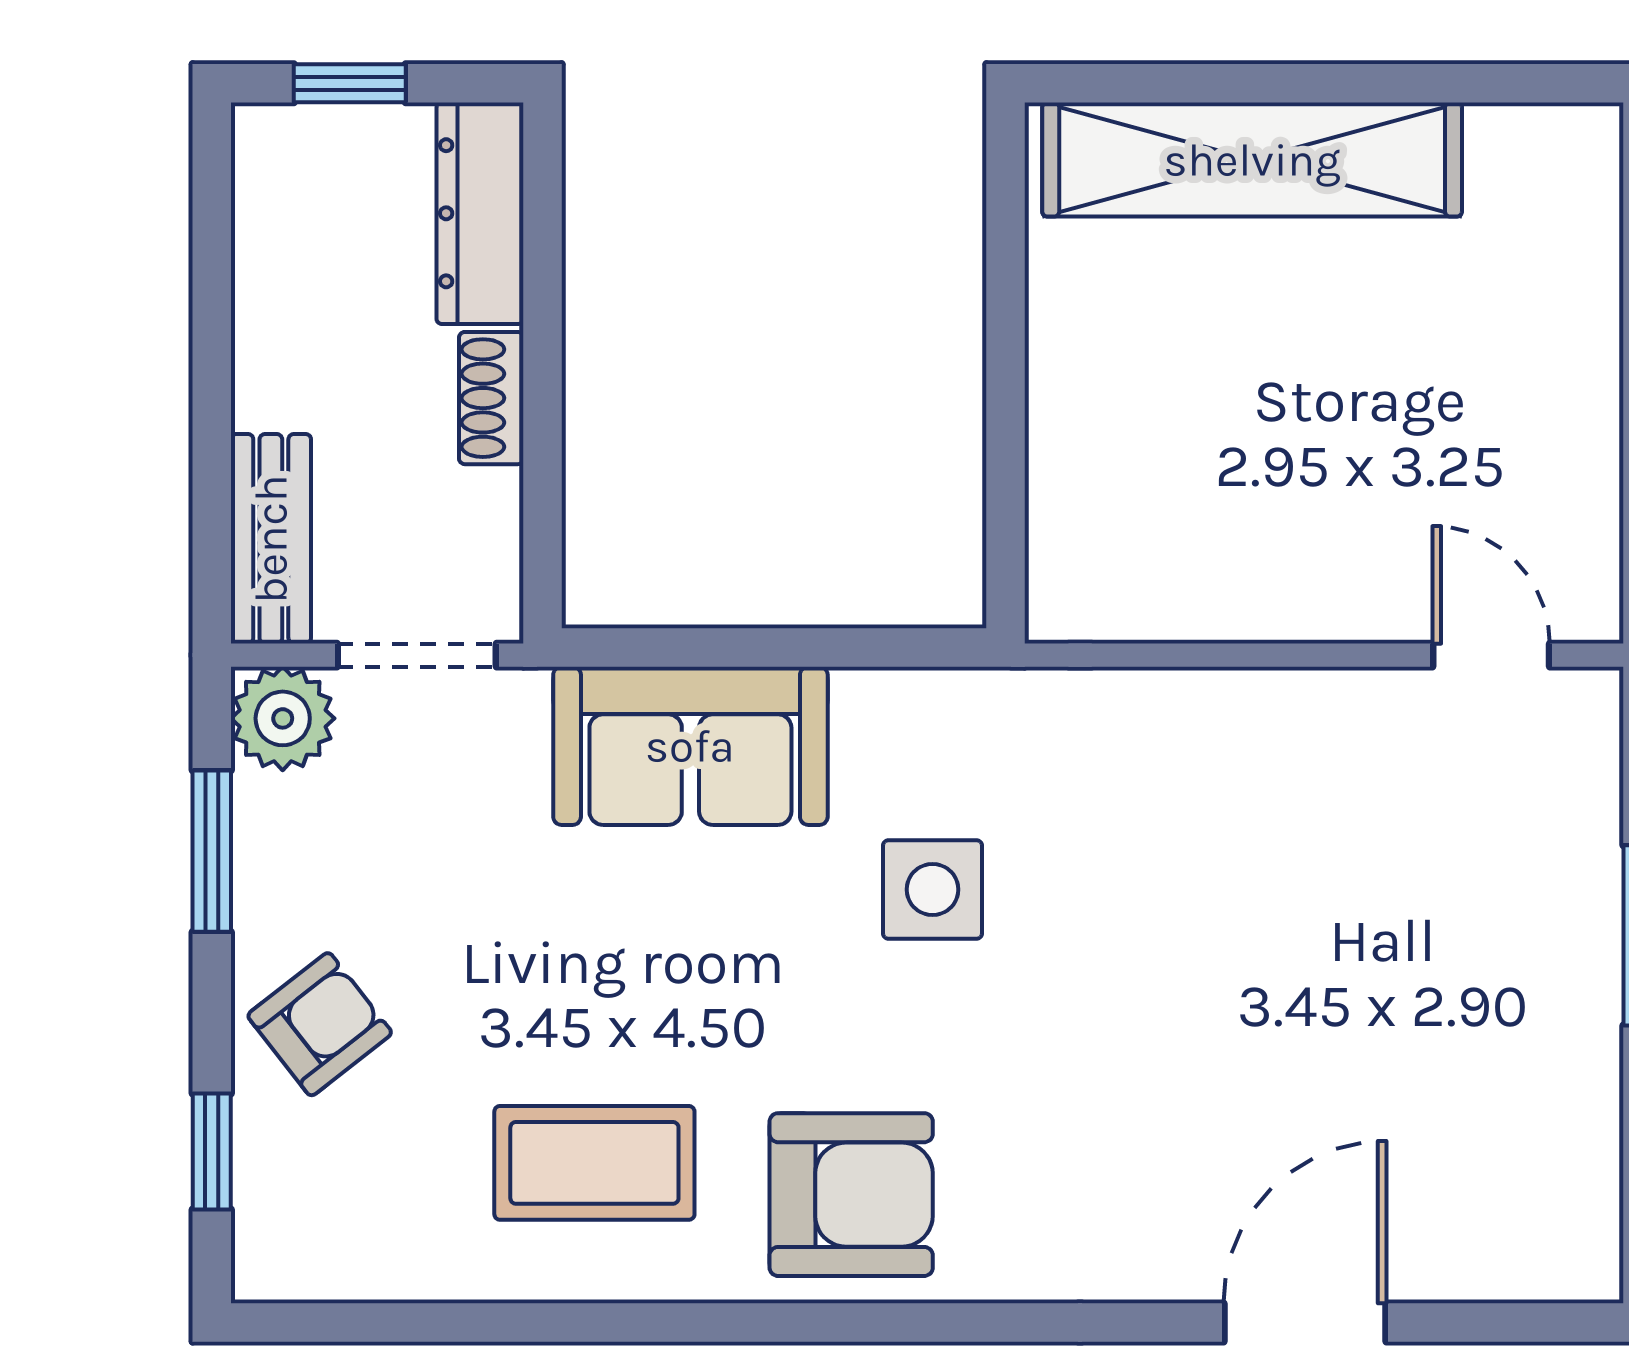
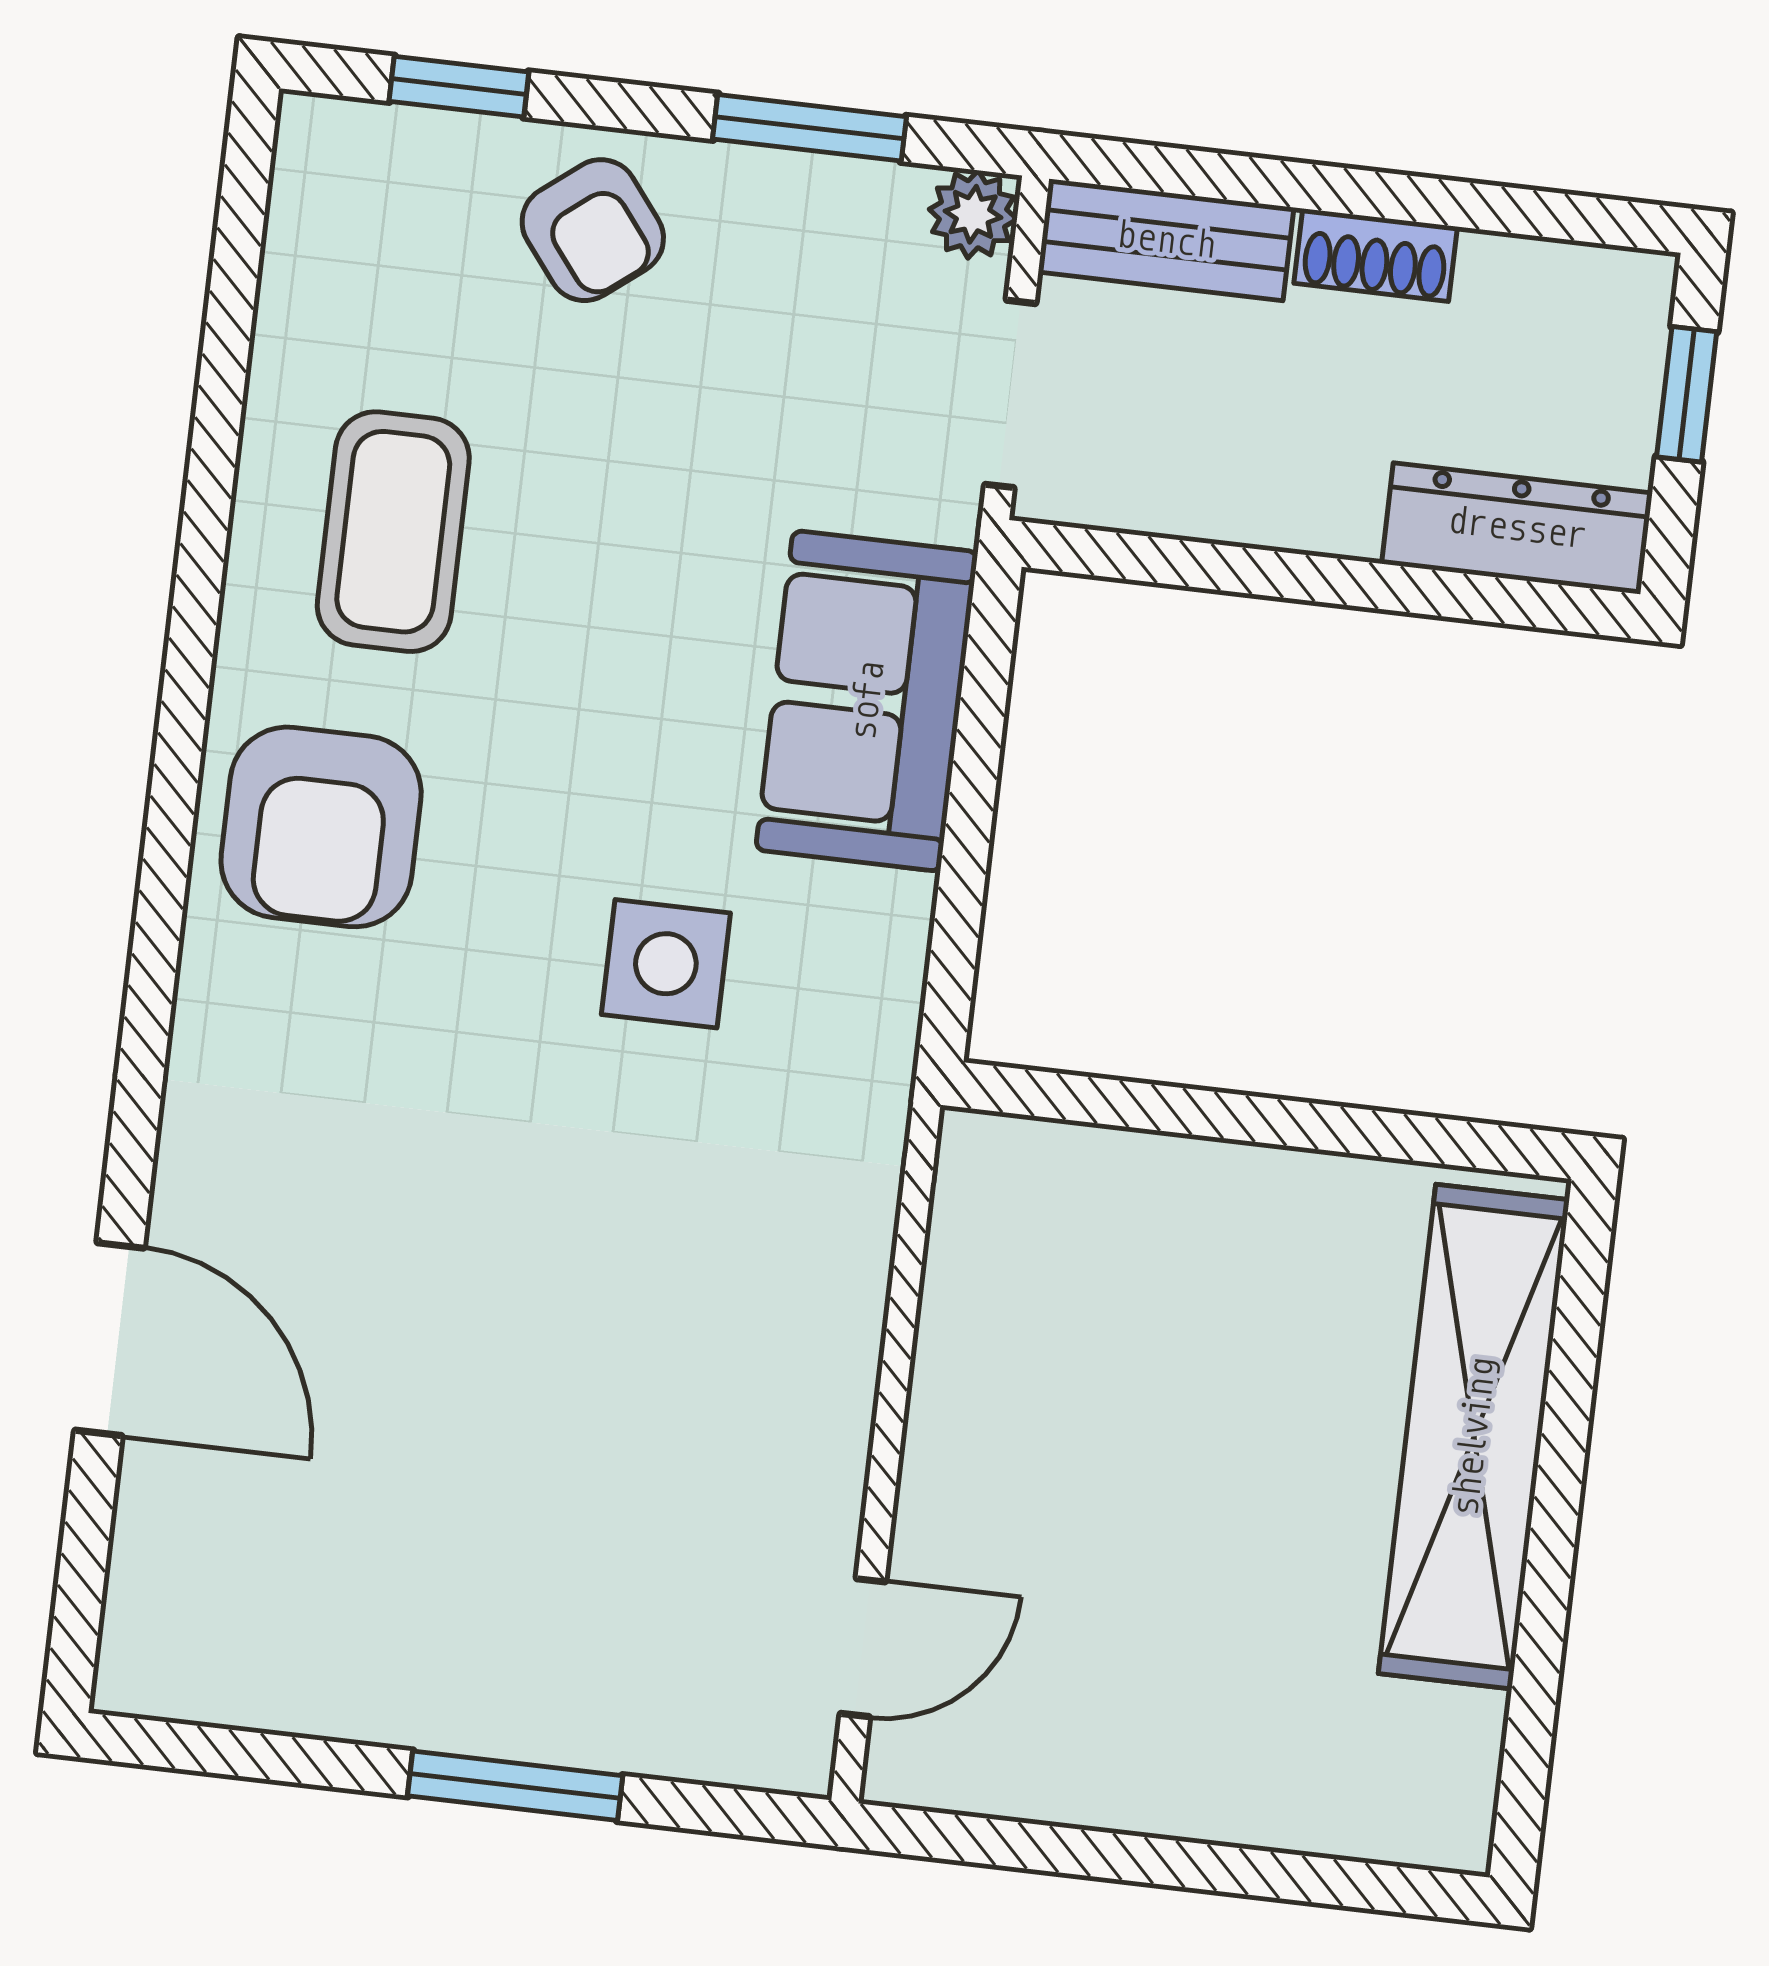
shoe rack: (491, 398) -> (1376, 255), moved, turned 180
plant: (283, 718) -> (973, 214), width x0.73, depth x0.73

